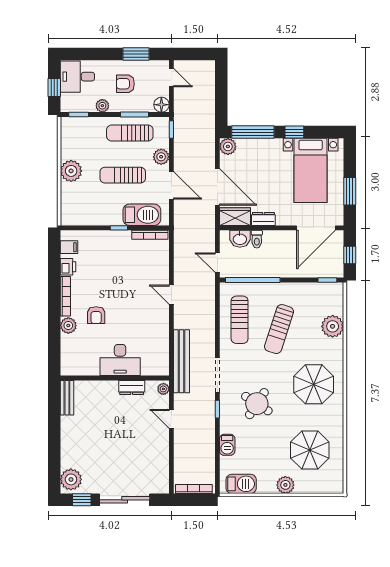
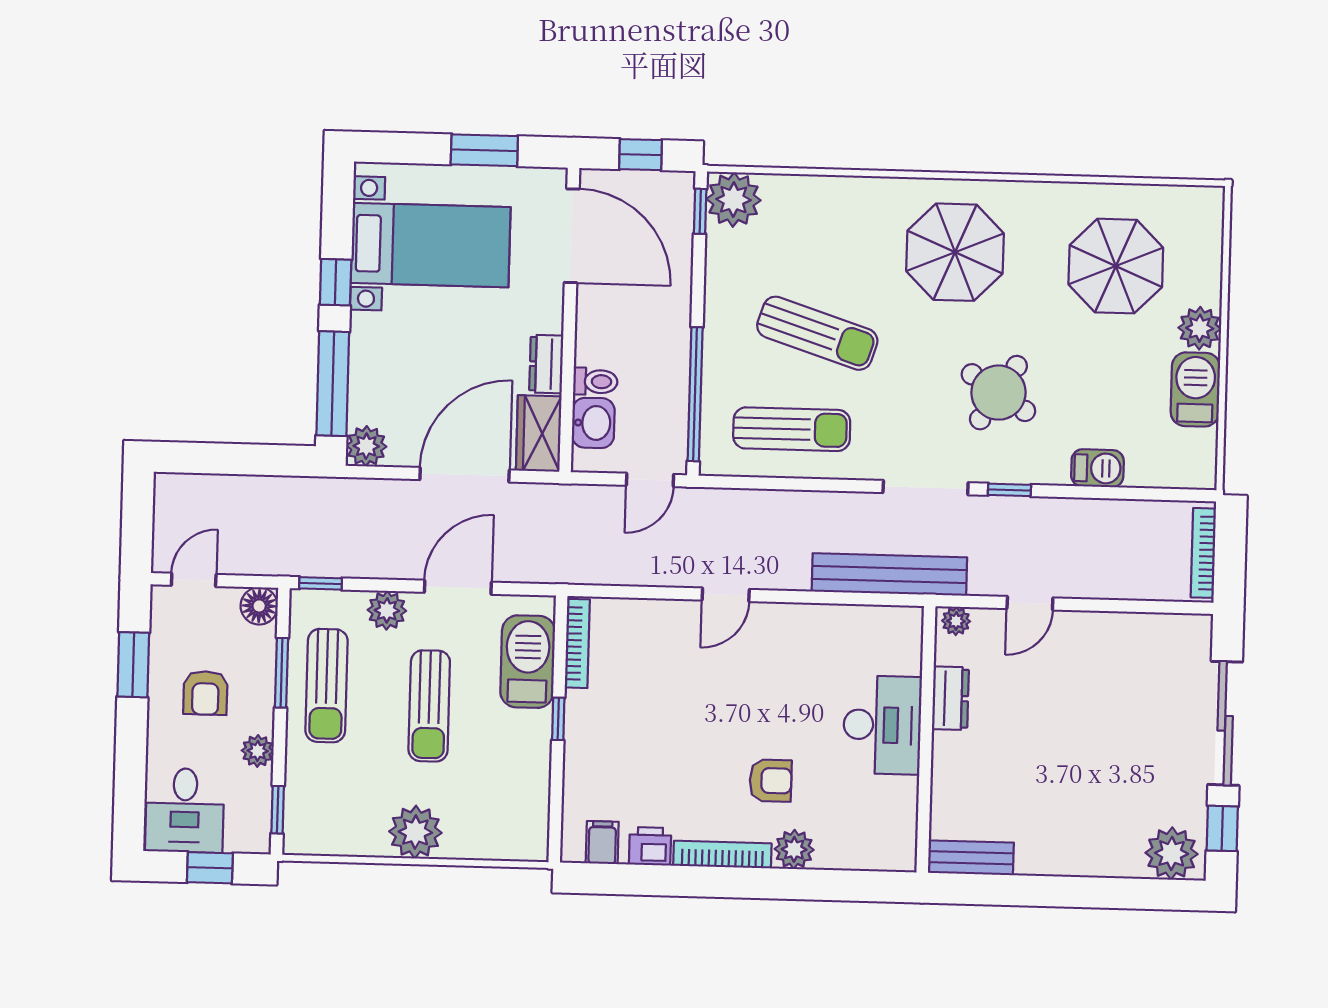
plant: (333, 326) -> (733, 200), moved
barbecue: (241, 484) -> (1195, 389), moved

